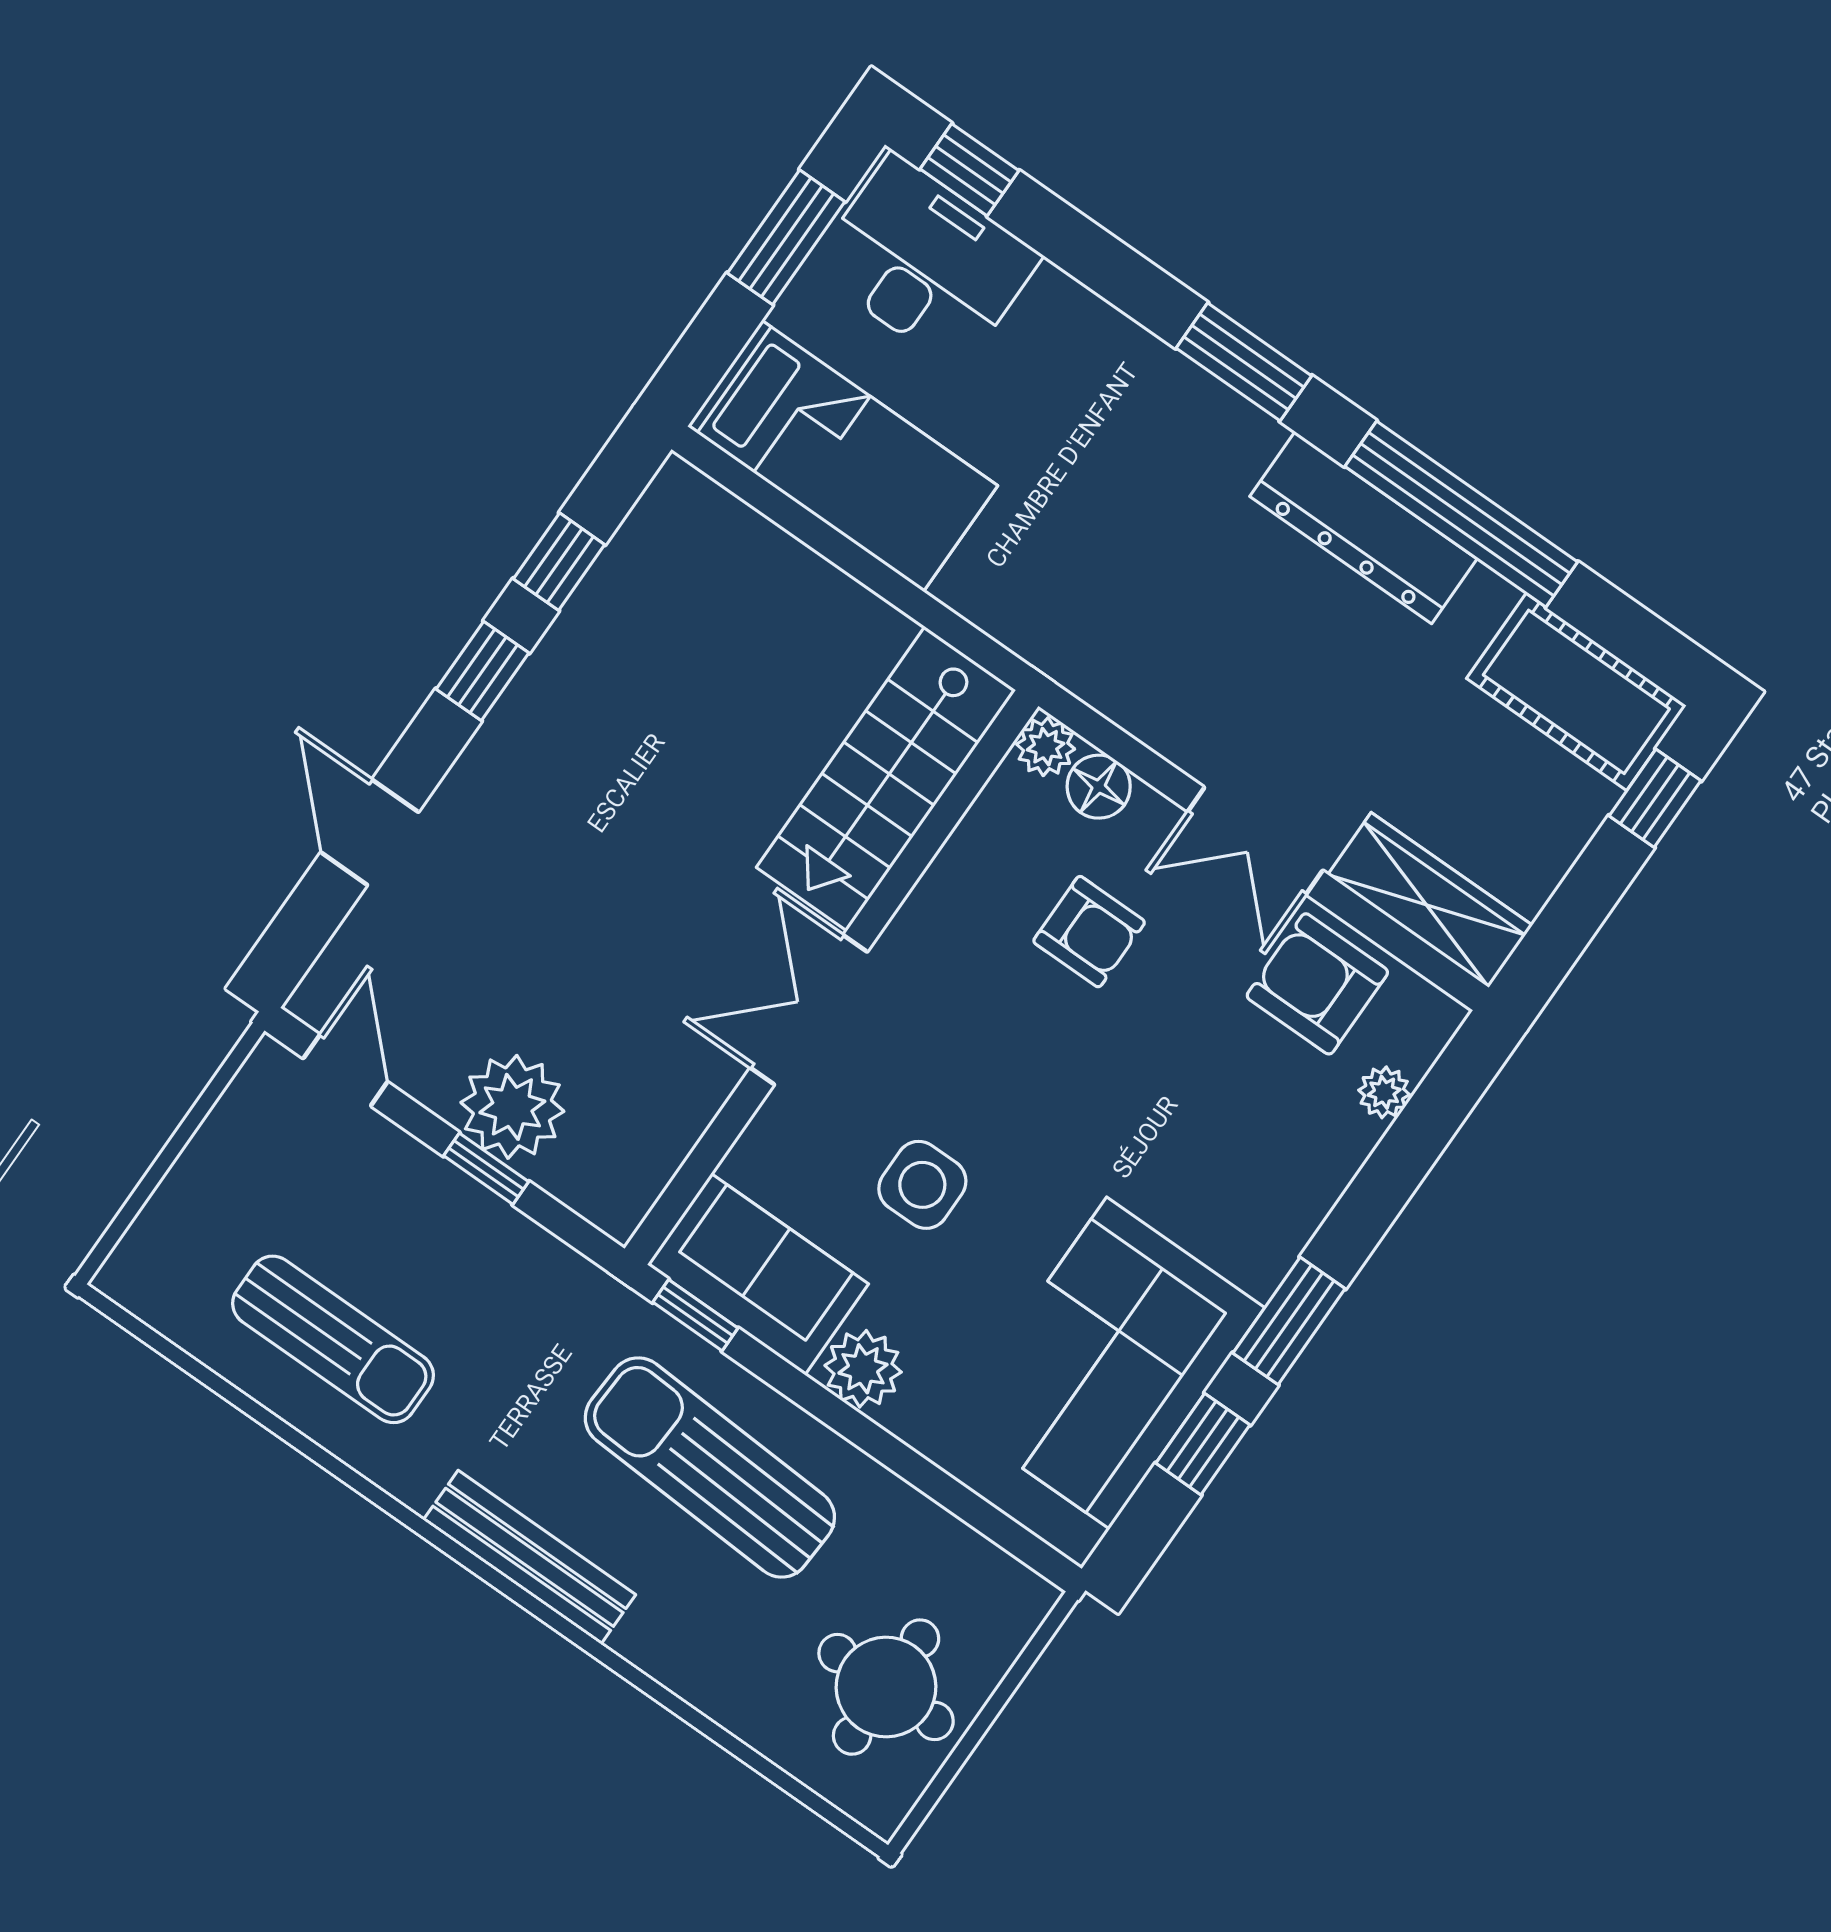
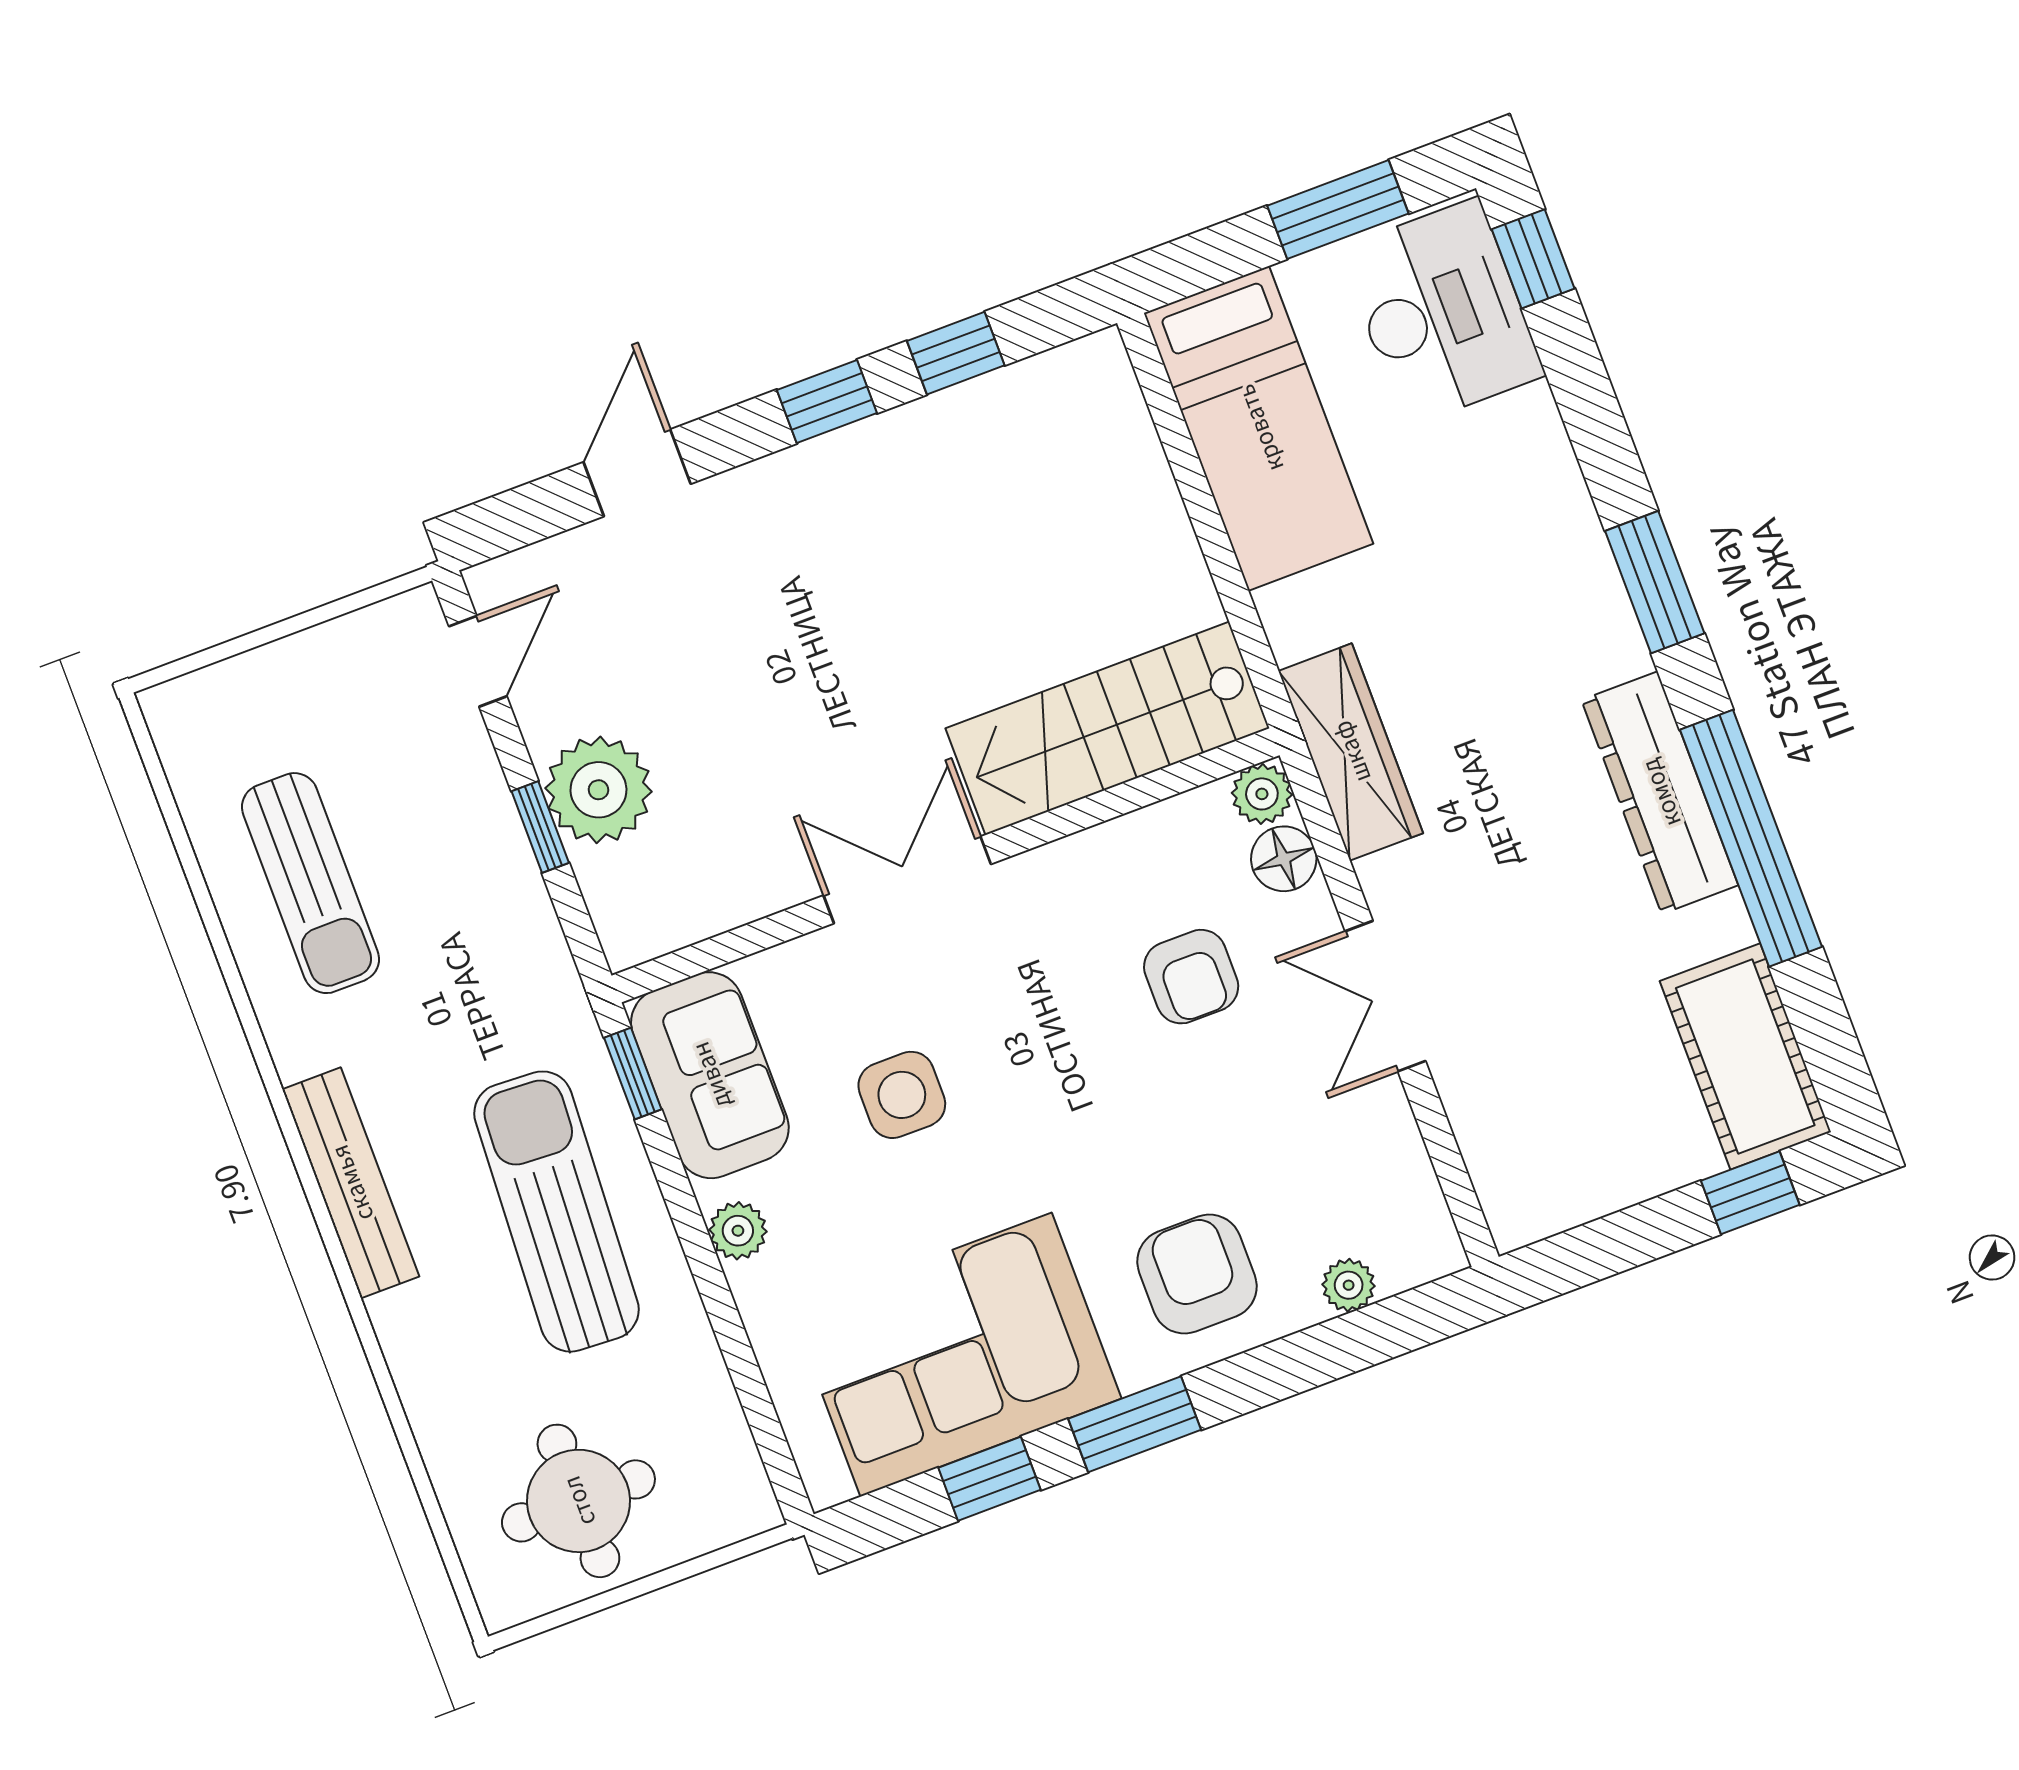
wardrobe: (1430, 900) -> (1351, 752), moved
armchair: (1317, 984) -> (1197, 1274), moved
plant: (863, 1369) -> (738, 1231), width x0.73, depth x0.73

